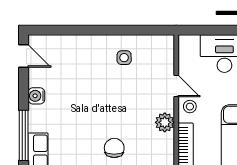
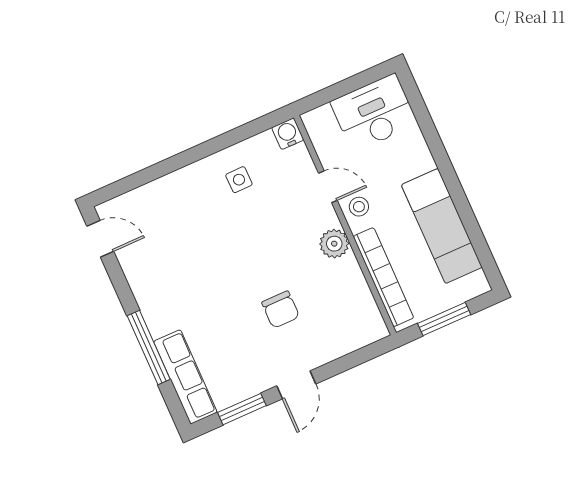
water cooler: (36, 96) -> (288, 134), moved, turned 90
chair: (114, 148) -> (281, 310), turned 180

